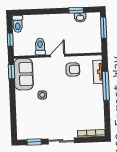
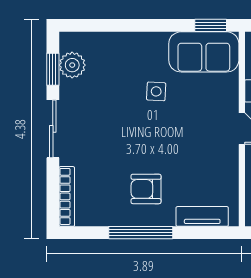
armchair: (73, 69) -> (146, 189), moved, turned 90
window: (106, 86) -> (141, 233), moved
plant: (32, 133) -> (72, 65), added

